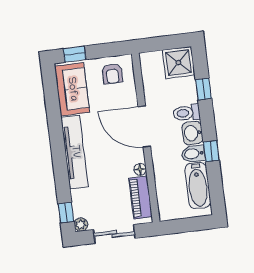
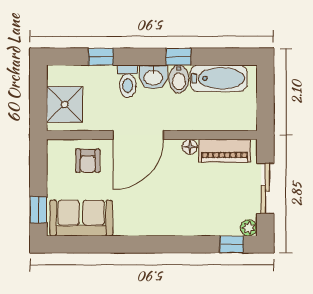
shower: (178, 63) -> (65, 104), moved
armchair: (112, 74) -> (88, 161), moved, turned 90
tv unit: (75, 152) -> (159, 225), removed

